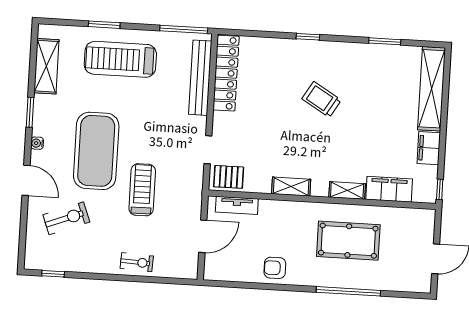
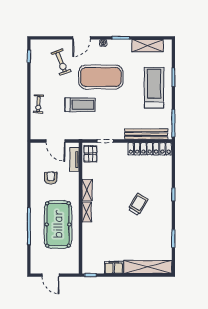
filing cabinet: (389, 189) -> (89, 246), removed
shelving: (347, 190) -> (87, 212), moved
pool table: (348, 241) -> (58, 224), width x1.36, depth x1.32
armchair: (275, 268) -> (51, 178), moved

